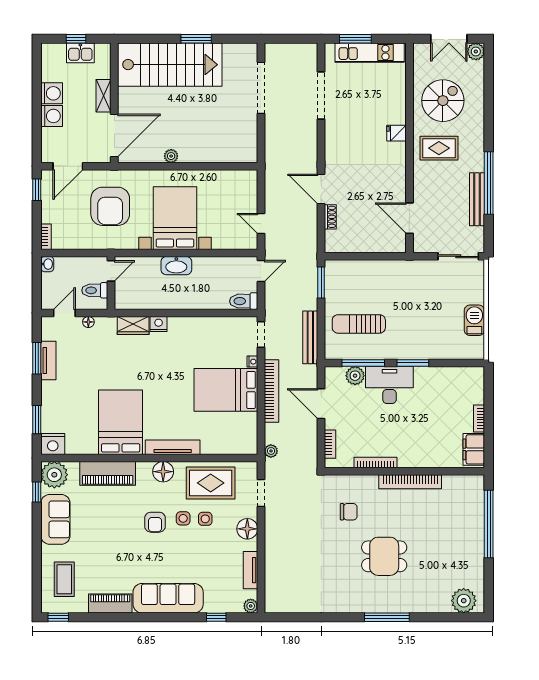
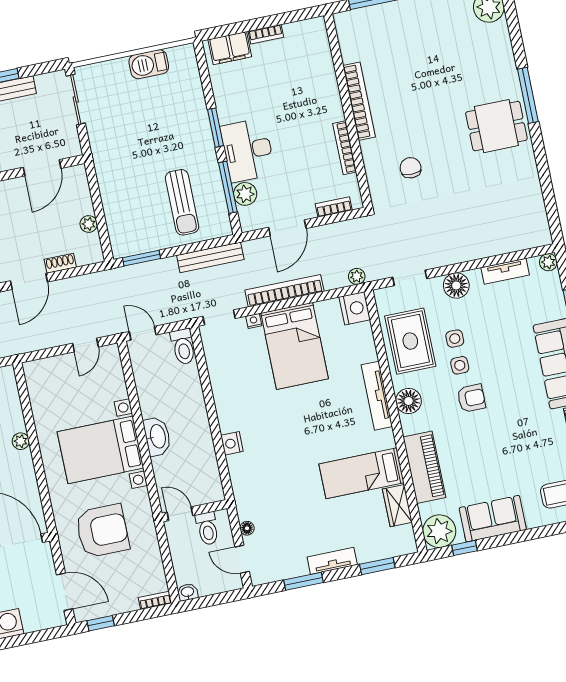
plant: (171, 156) -> (21, 441), moved
plant: (357, 246) -> (89, 224), added
wardrobe: (133, 325) -> (397, 506), moved, turned 180
tv unit: (48, 360) -> (332, 561), moved
bed: (121, 422) -> (361, 473), width x0.67
nightstand: (53, 444) -> (355, 308), moved
filing cabinet: (474, 449) -> (230, 48), moved
dining table: (384, 556) -> (496, 126), moved, turned 90

